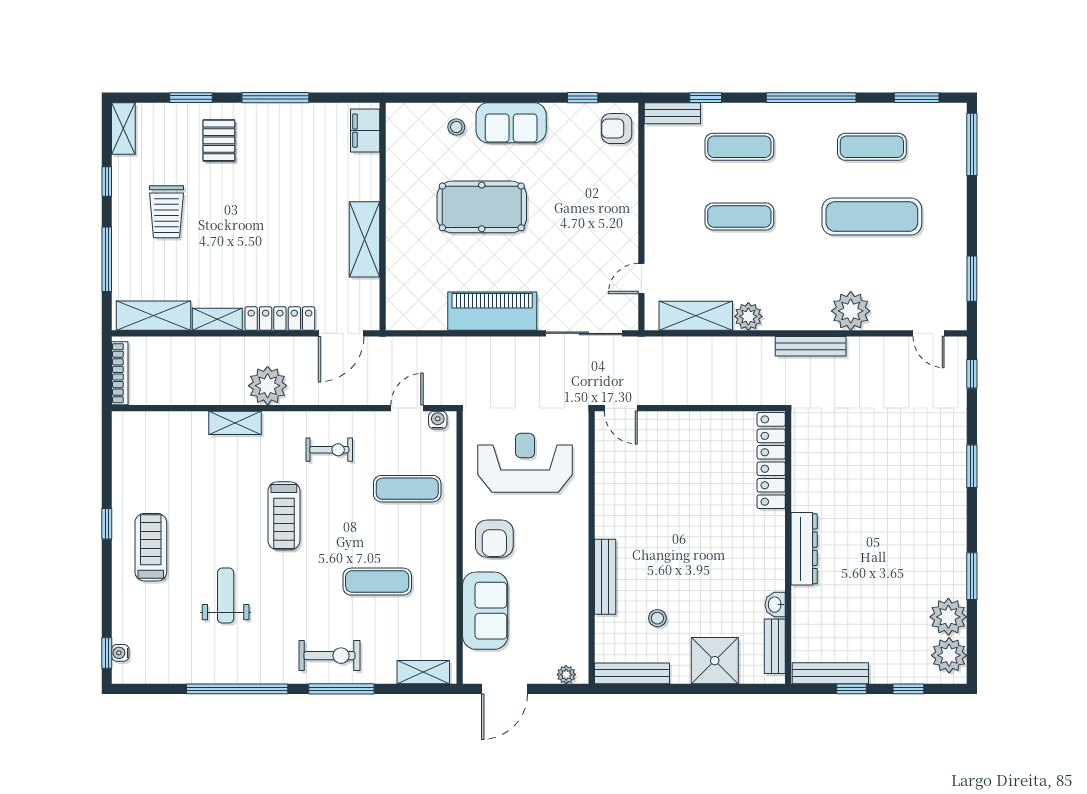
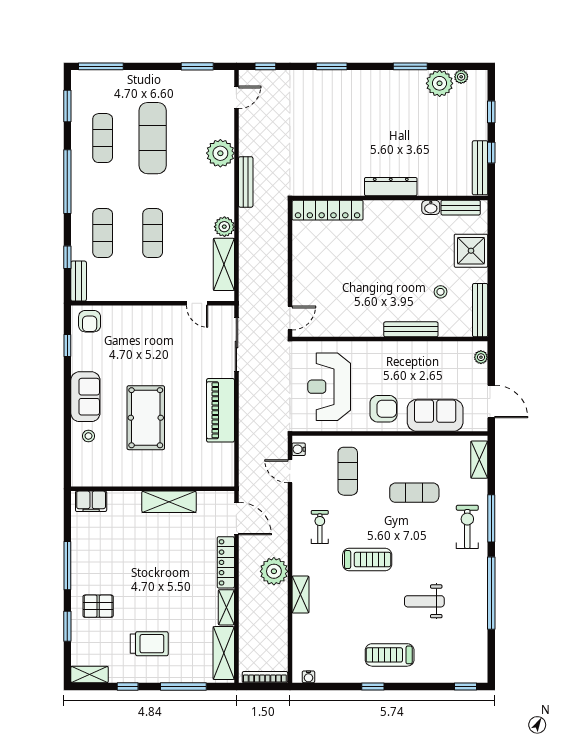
exercise mat: (377, 582) -> (414, 493), turned 90
water cooler: (120, 653) -> (308, 677), moved
plant: (949, 655) -> (461, 77), width x0.53, depth x0.53

